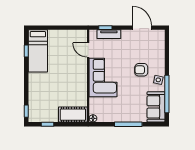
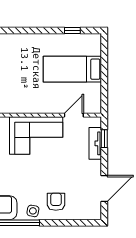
bed: (38, 51) -> (72, 69), moved
armchair: (141, 70) -> (56, 202), moved

